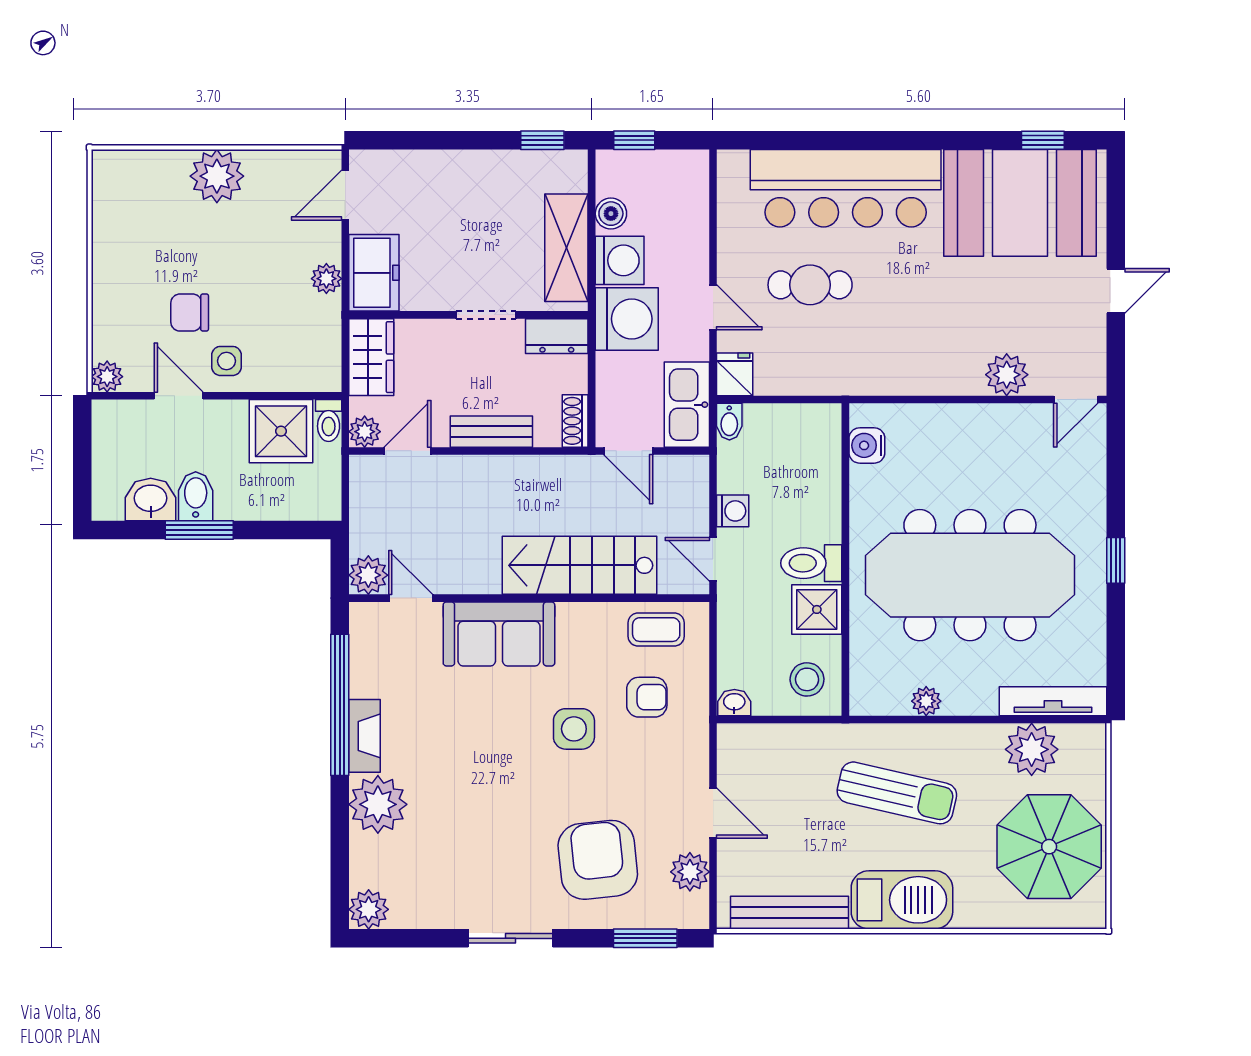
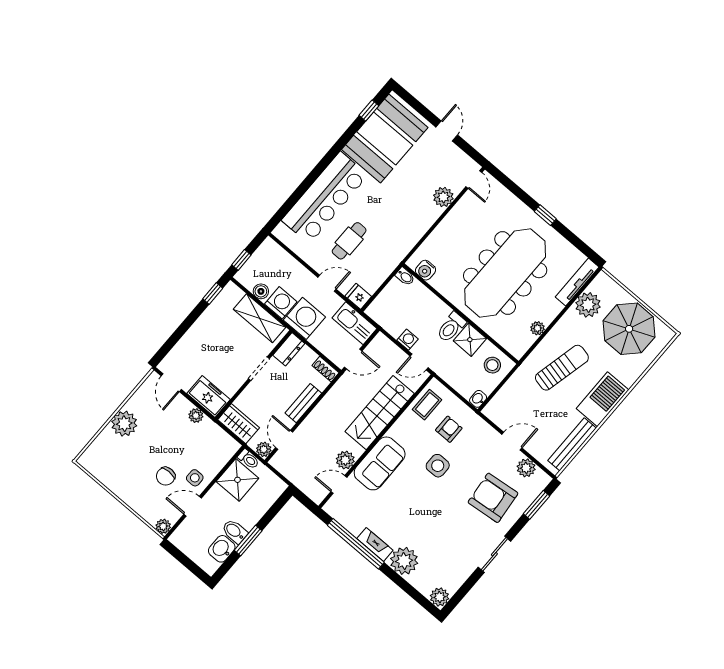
bidet: (729, 422) -> (405, 277), moved
plant: (368, 575) -> (345, 460), moved

